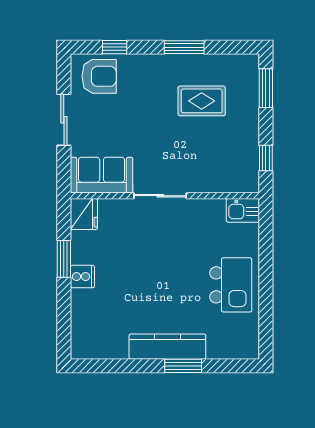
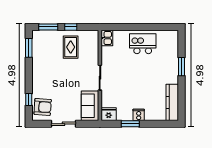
window: (184, 47) -> (29, 48), moved
armchair: (99, 76) -> (43, 107), turned 94
rug: (202, 101) -> (71, 47), moved
window: (266, 158) -> (71, 27), moved
kitchen counter: (167, 347) -> (172, 102), moved

